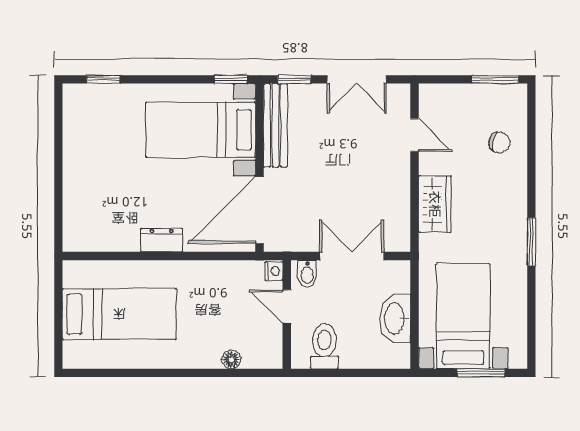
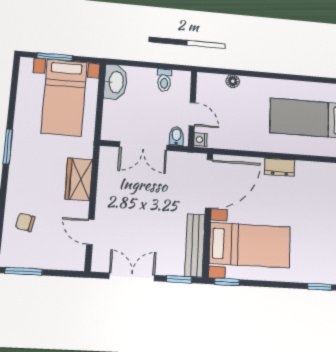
washbasin: (395, 319) -> (116, 82), moved
toilet: (324, 346) -> (164, 80), width x0.73, depth x0.72

